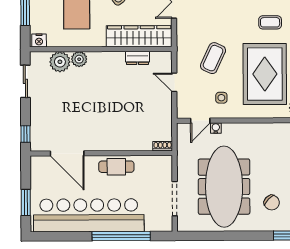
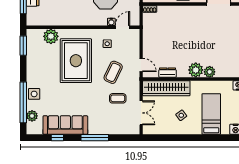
coffee table: (270, 22) -> (118, 98), moved
plant: (60, 62) -> (196, 70), moved
door: (174, 82) -> (141, 65), moved

